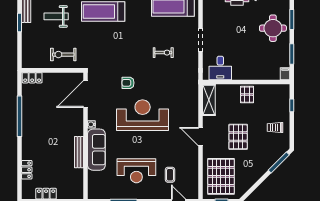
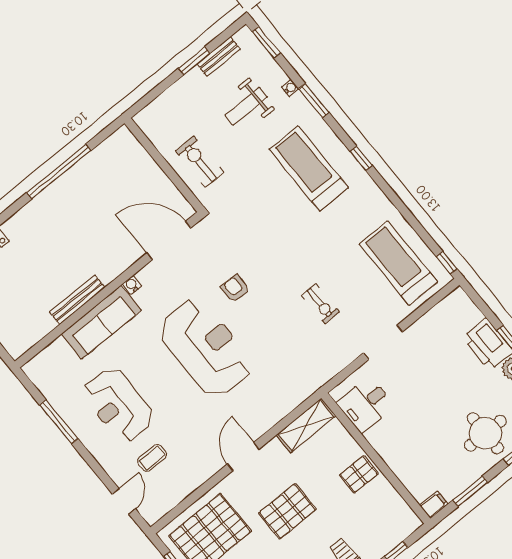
weight bench: (56, 16) -> (246, 106), turned -90
locker: (32, 78) -> (129, 144), removed

